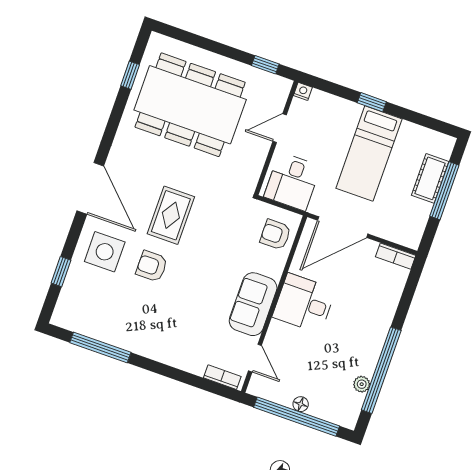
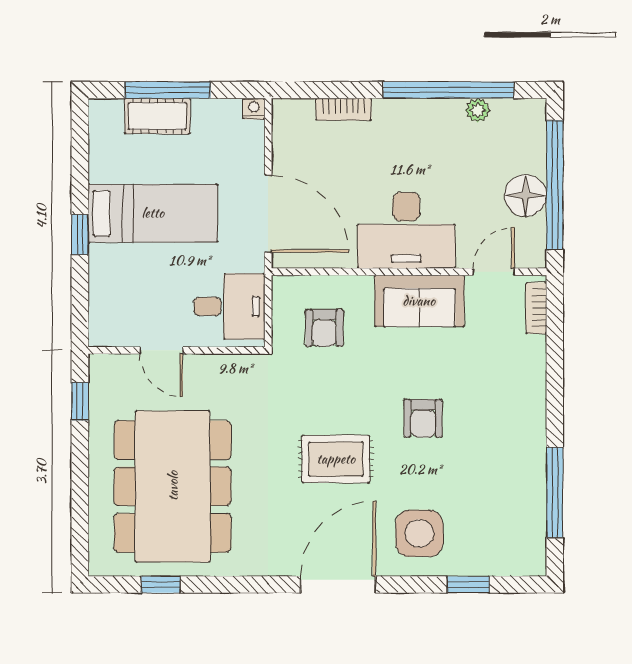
nightstand: (303, 91) -> (254, 109), moved, turned 90
armchair: (275, 235) -> (324, 328), moved
bookcase: (396, 256) -> (344, 109), moved, turned 90
armchair: (152, 266) -> (423, 418), moved
desk: (304, 303) -> (406, 230), width x1.37
floor lamp: (301, 404) -> (525, 196), width x1.89, depth x1.89

